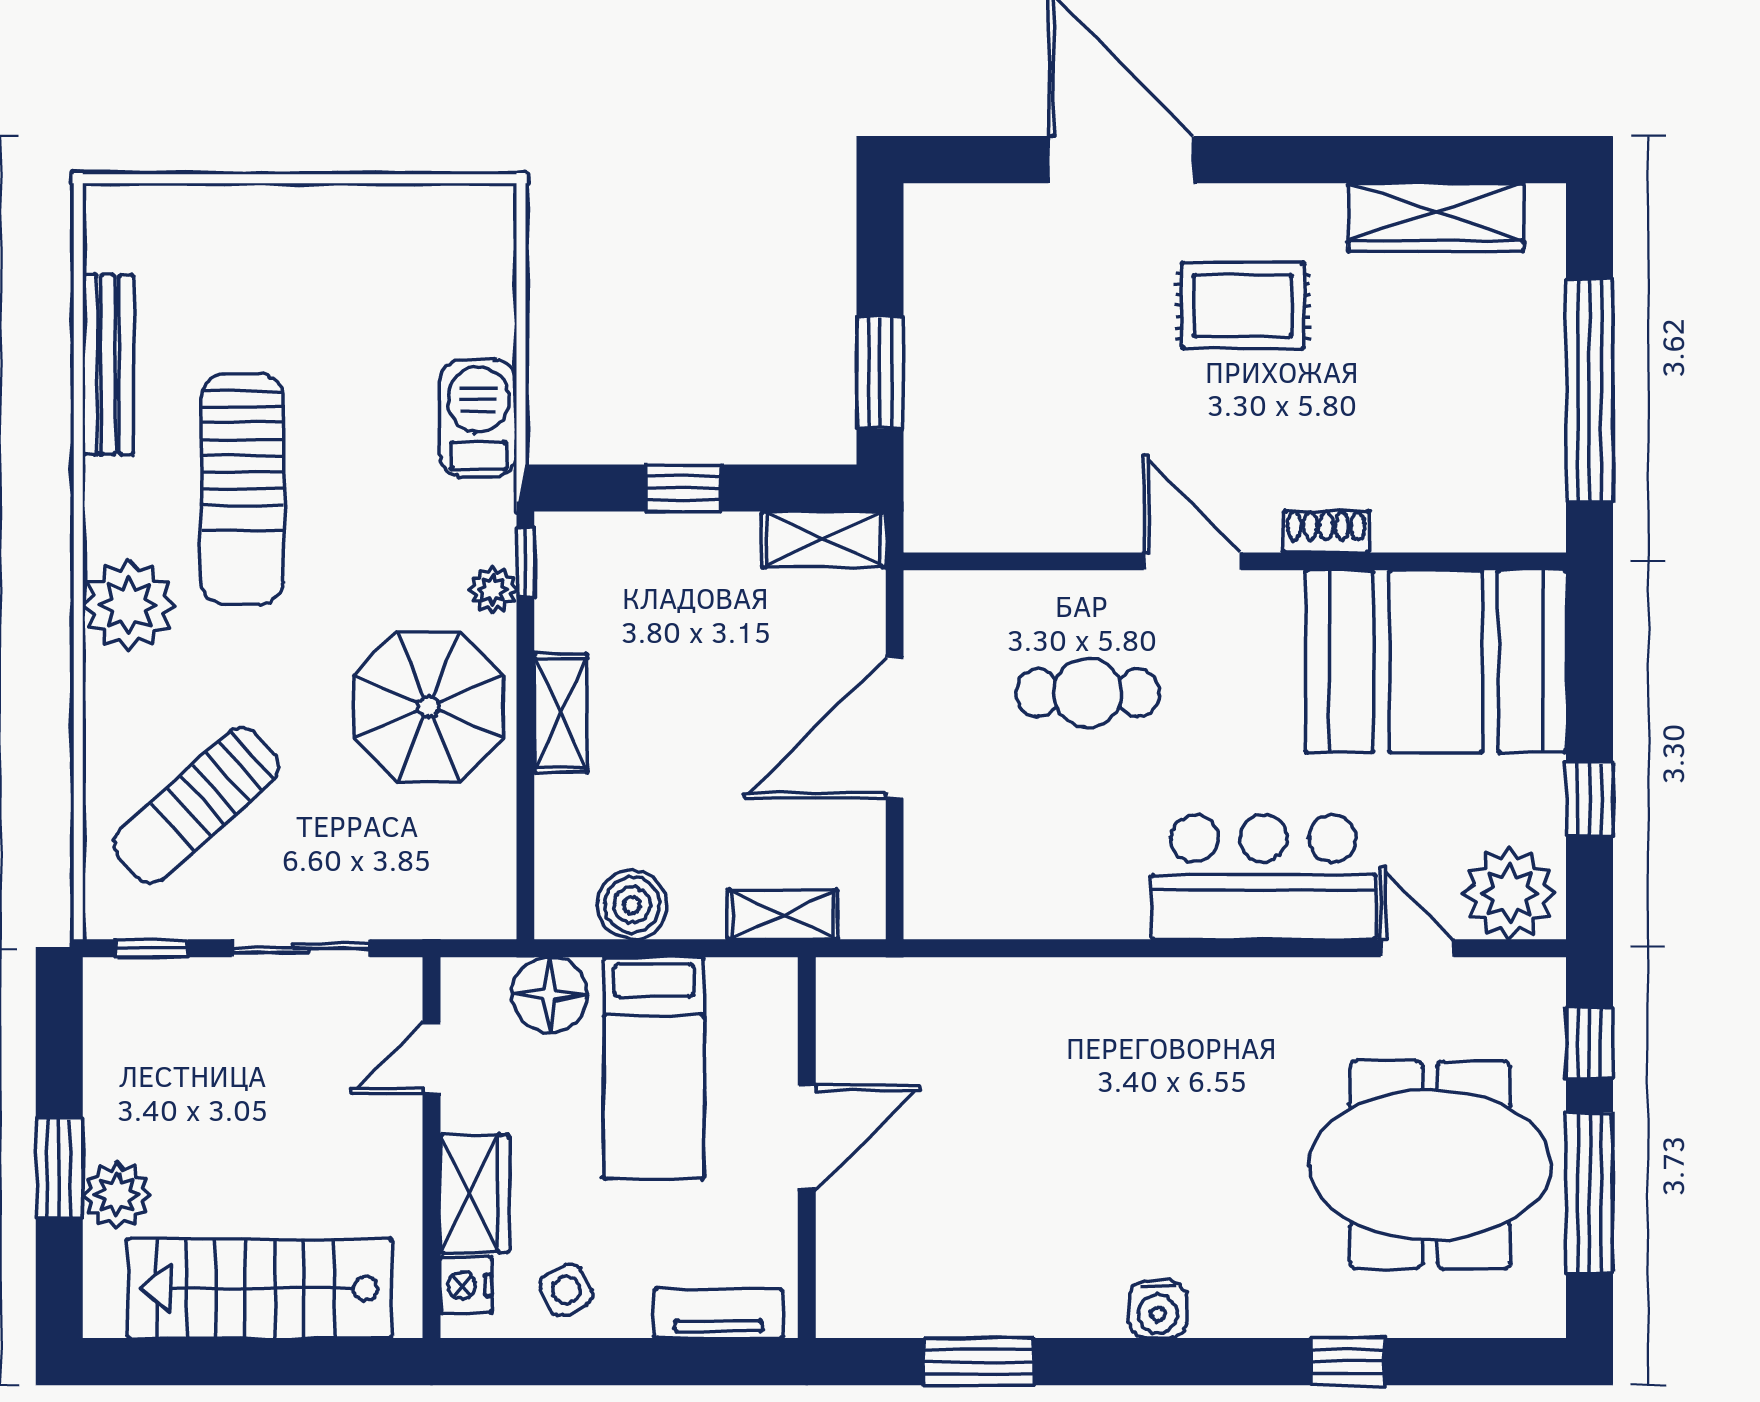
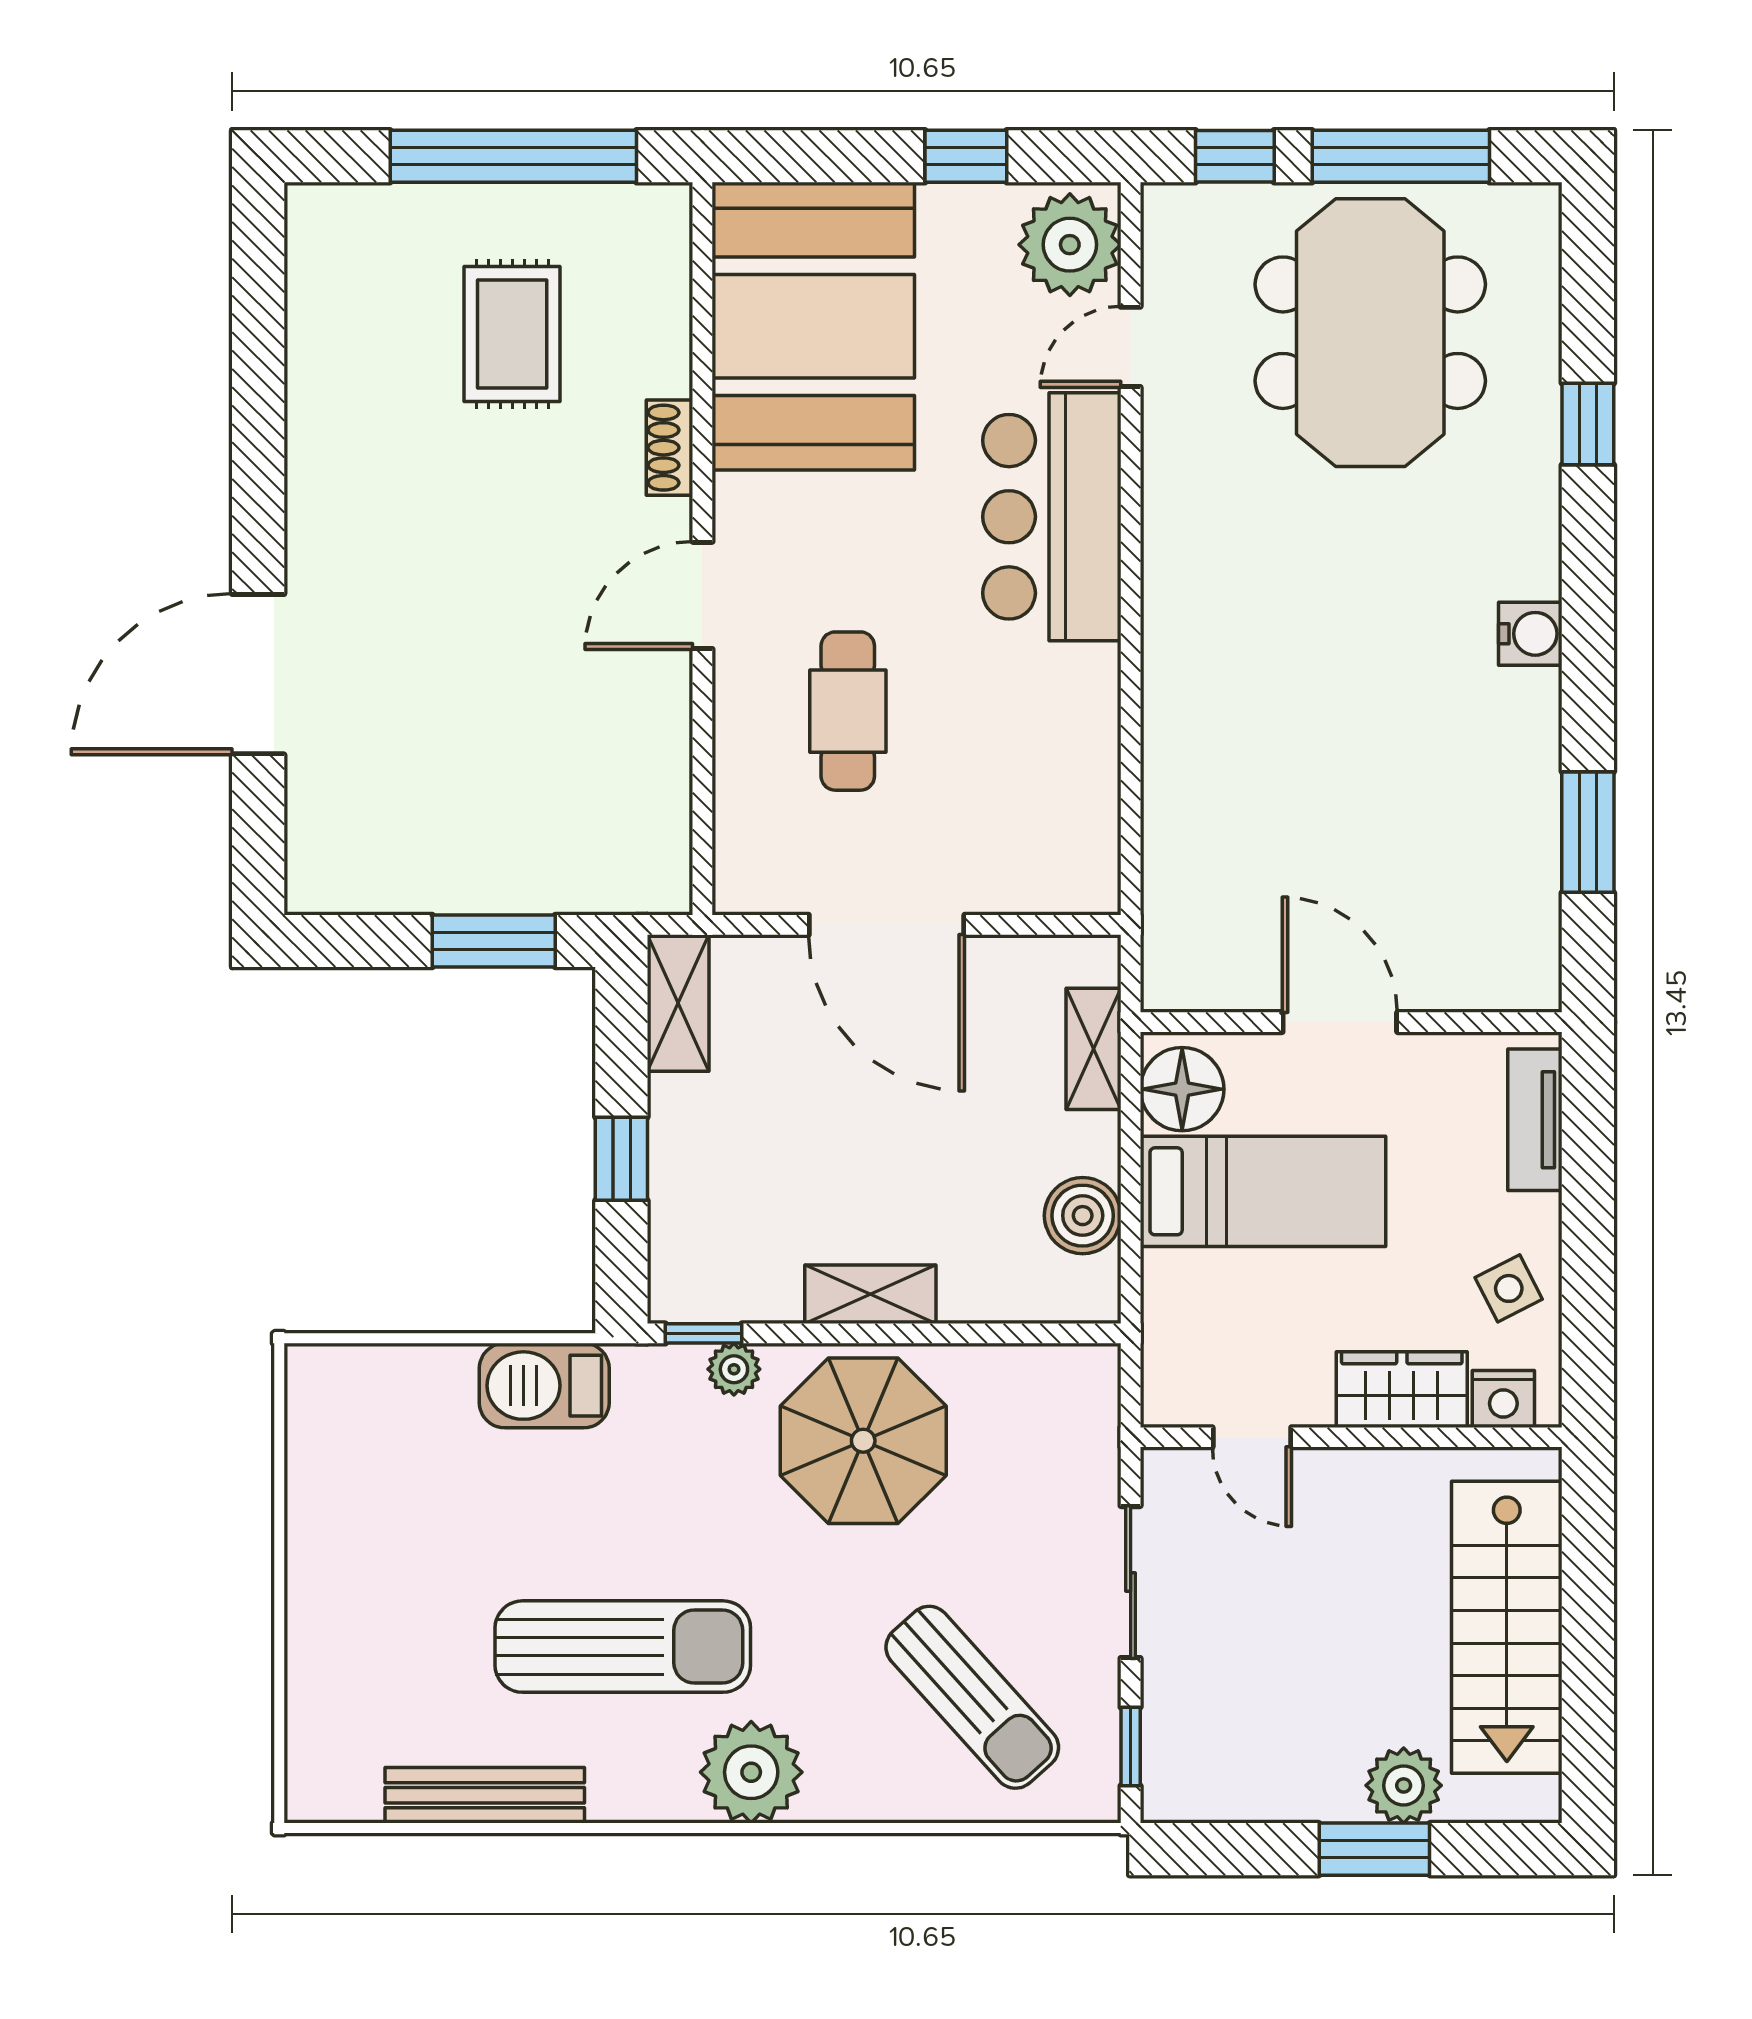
wardrobe: (1436, 217) -> (322, 326), removed
rug: (1243, 306) -> (512, 334), moved
floor lamp: (550, 995) -> (1182, 1089), moved

